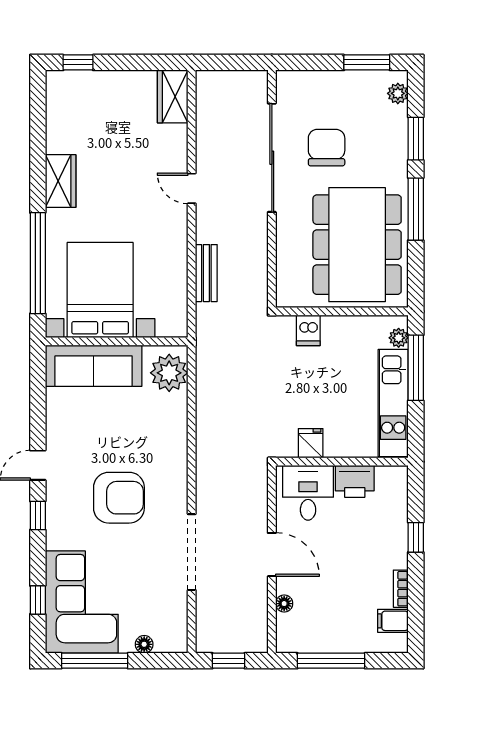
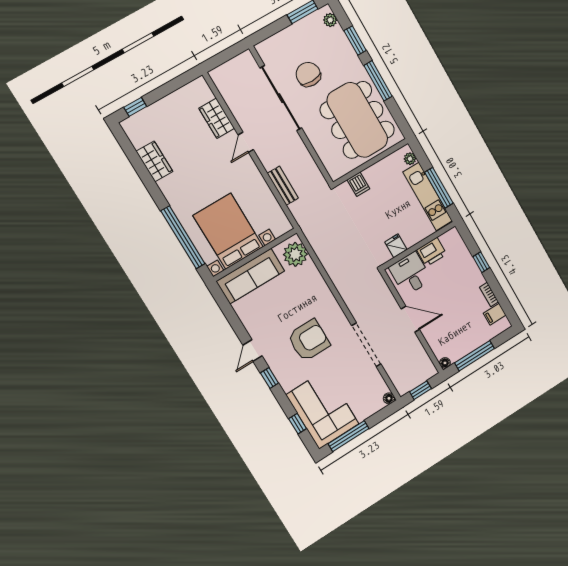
wardrobe: (173, 97) -> (217, 118), moved
wardrobe: (61, 181) -> (154, 161), moved
door: (192, 188) -> (246, 142), hinge flipped
window: (416, 368) -> (439, 188), moved
floor lamp: (284, 604) -> (445, 363), moved
floor lamp: (144, 644) -> (389, 398), moved

